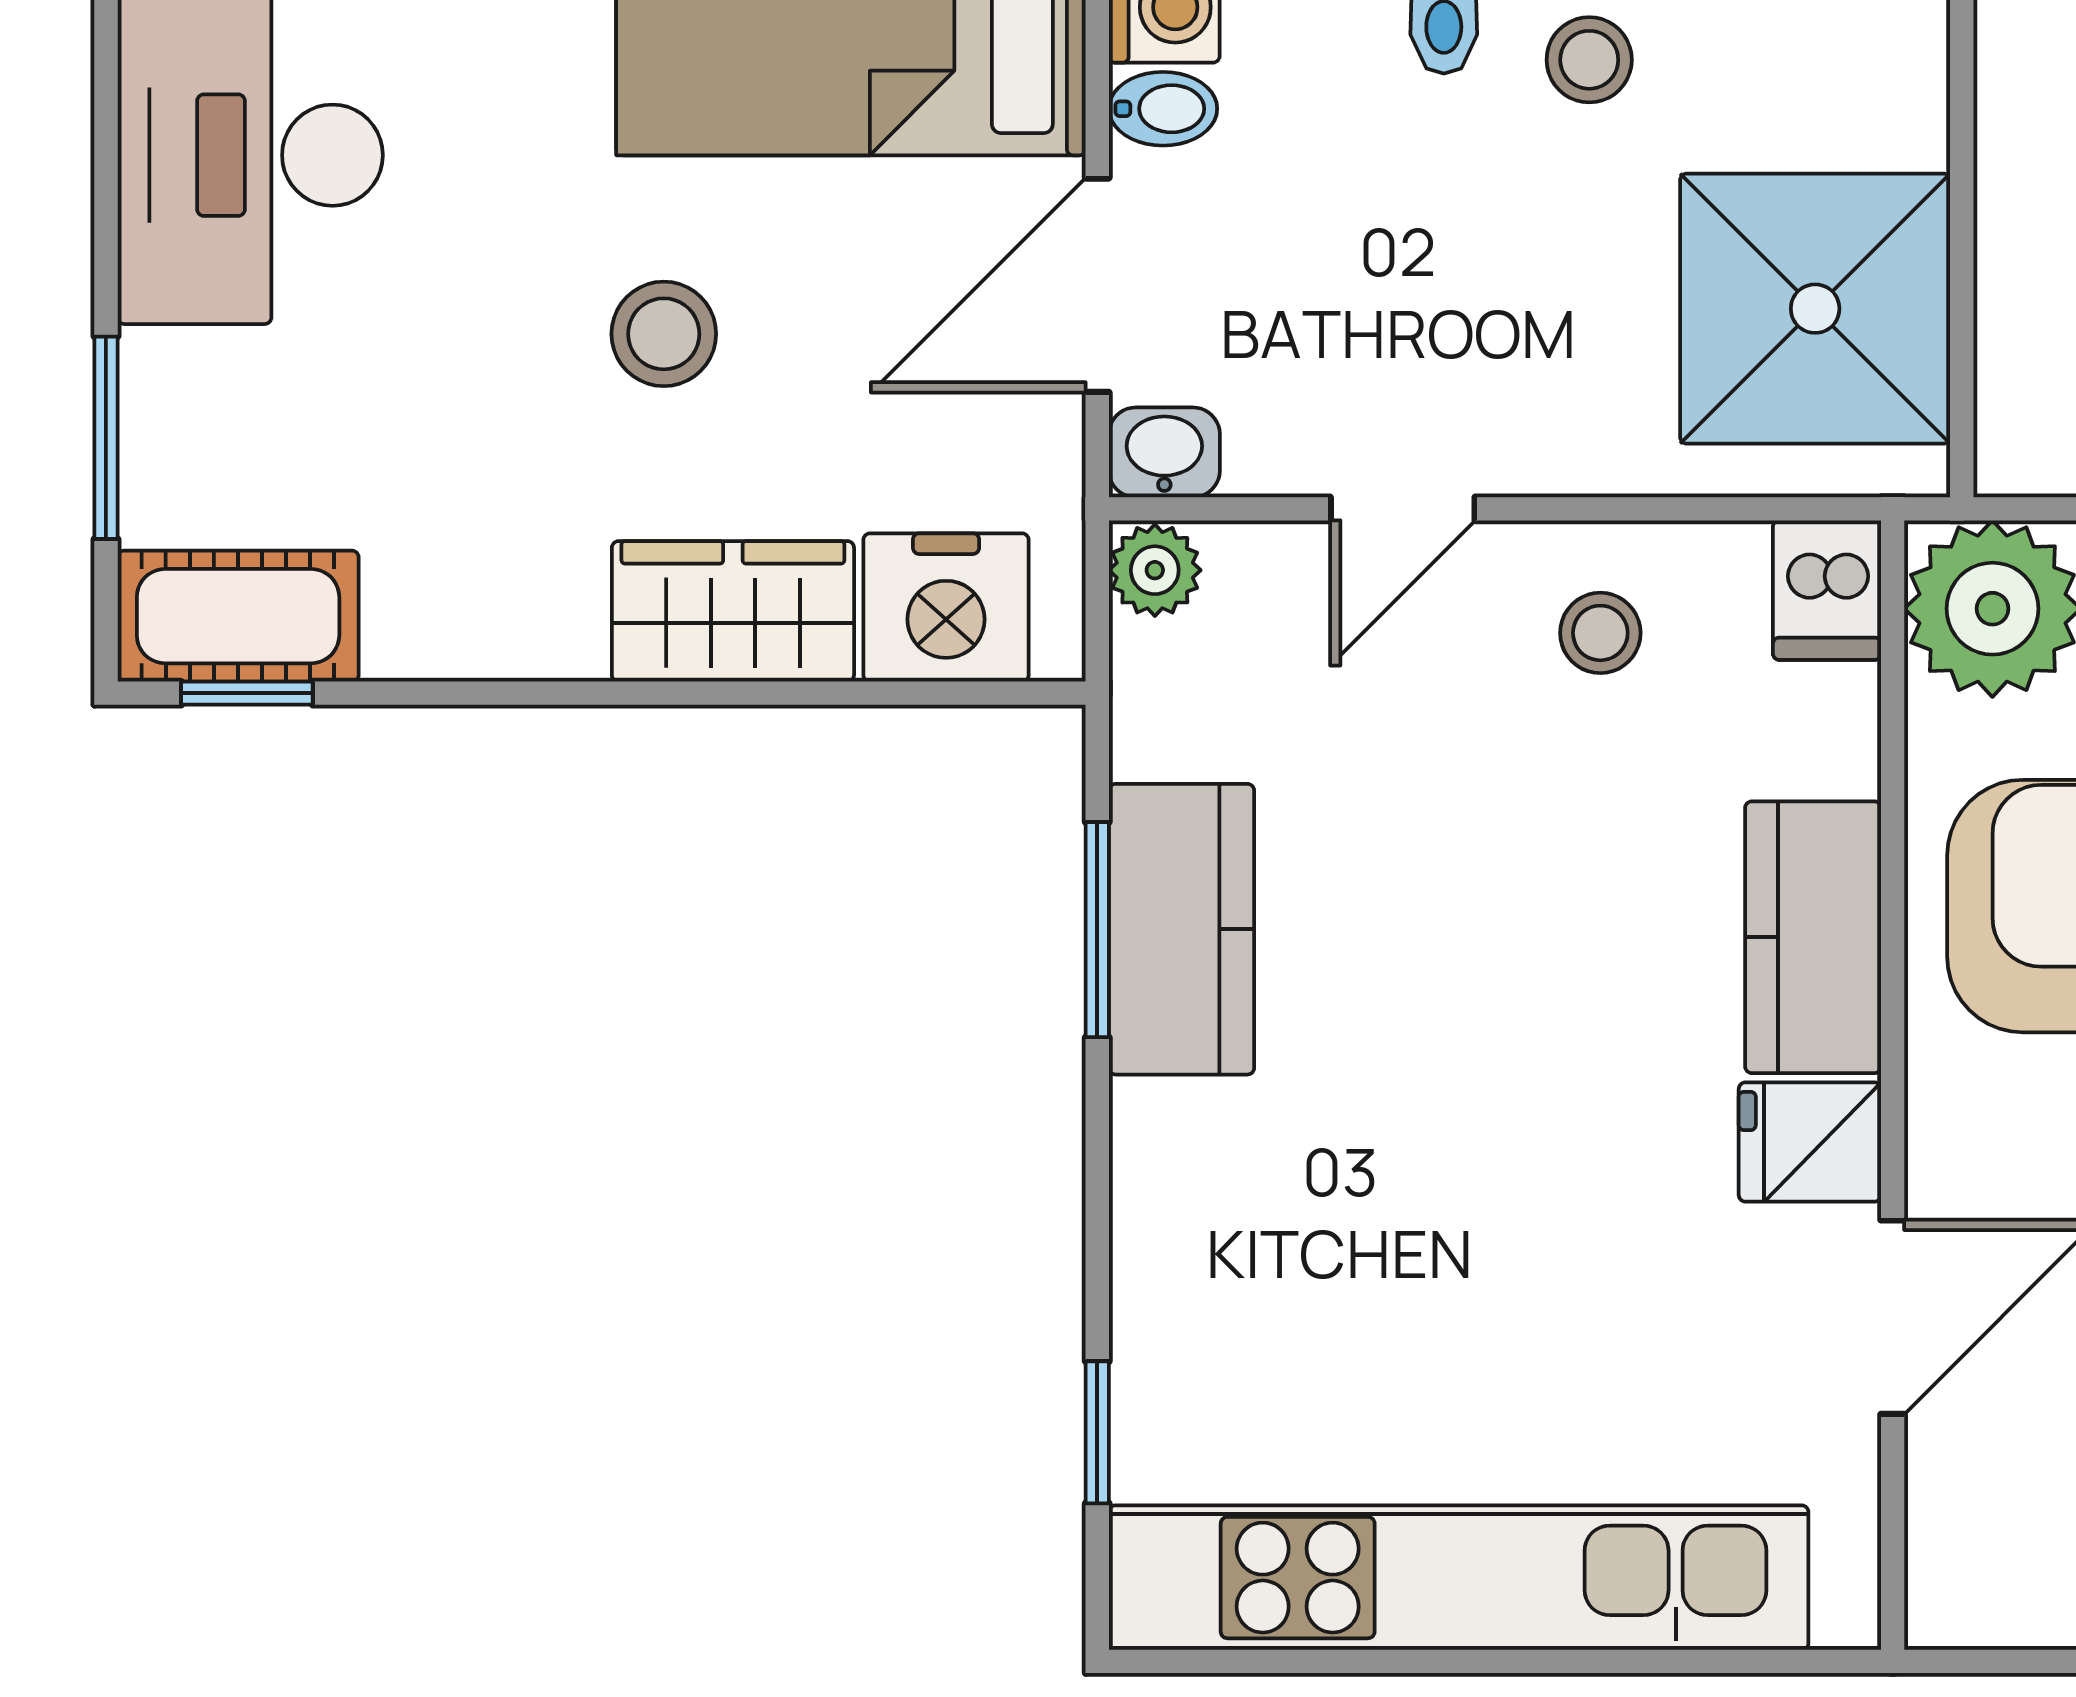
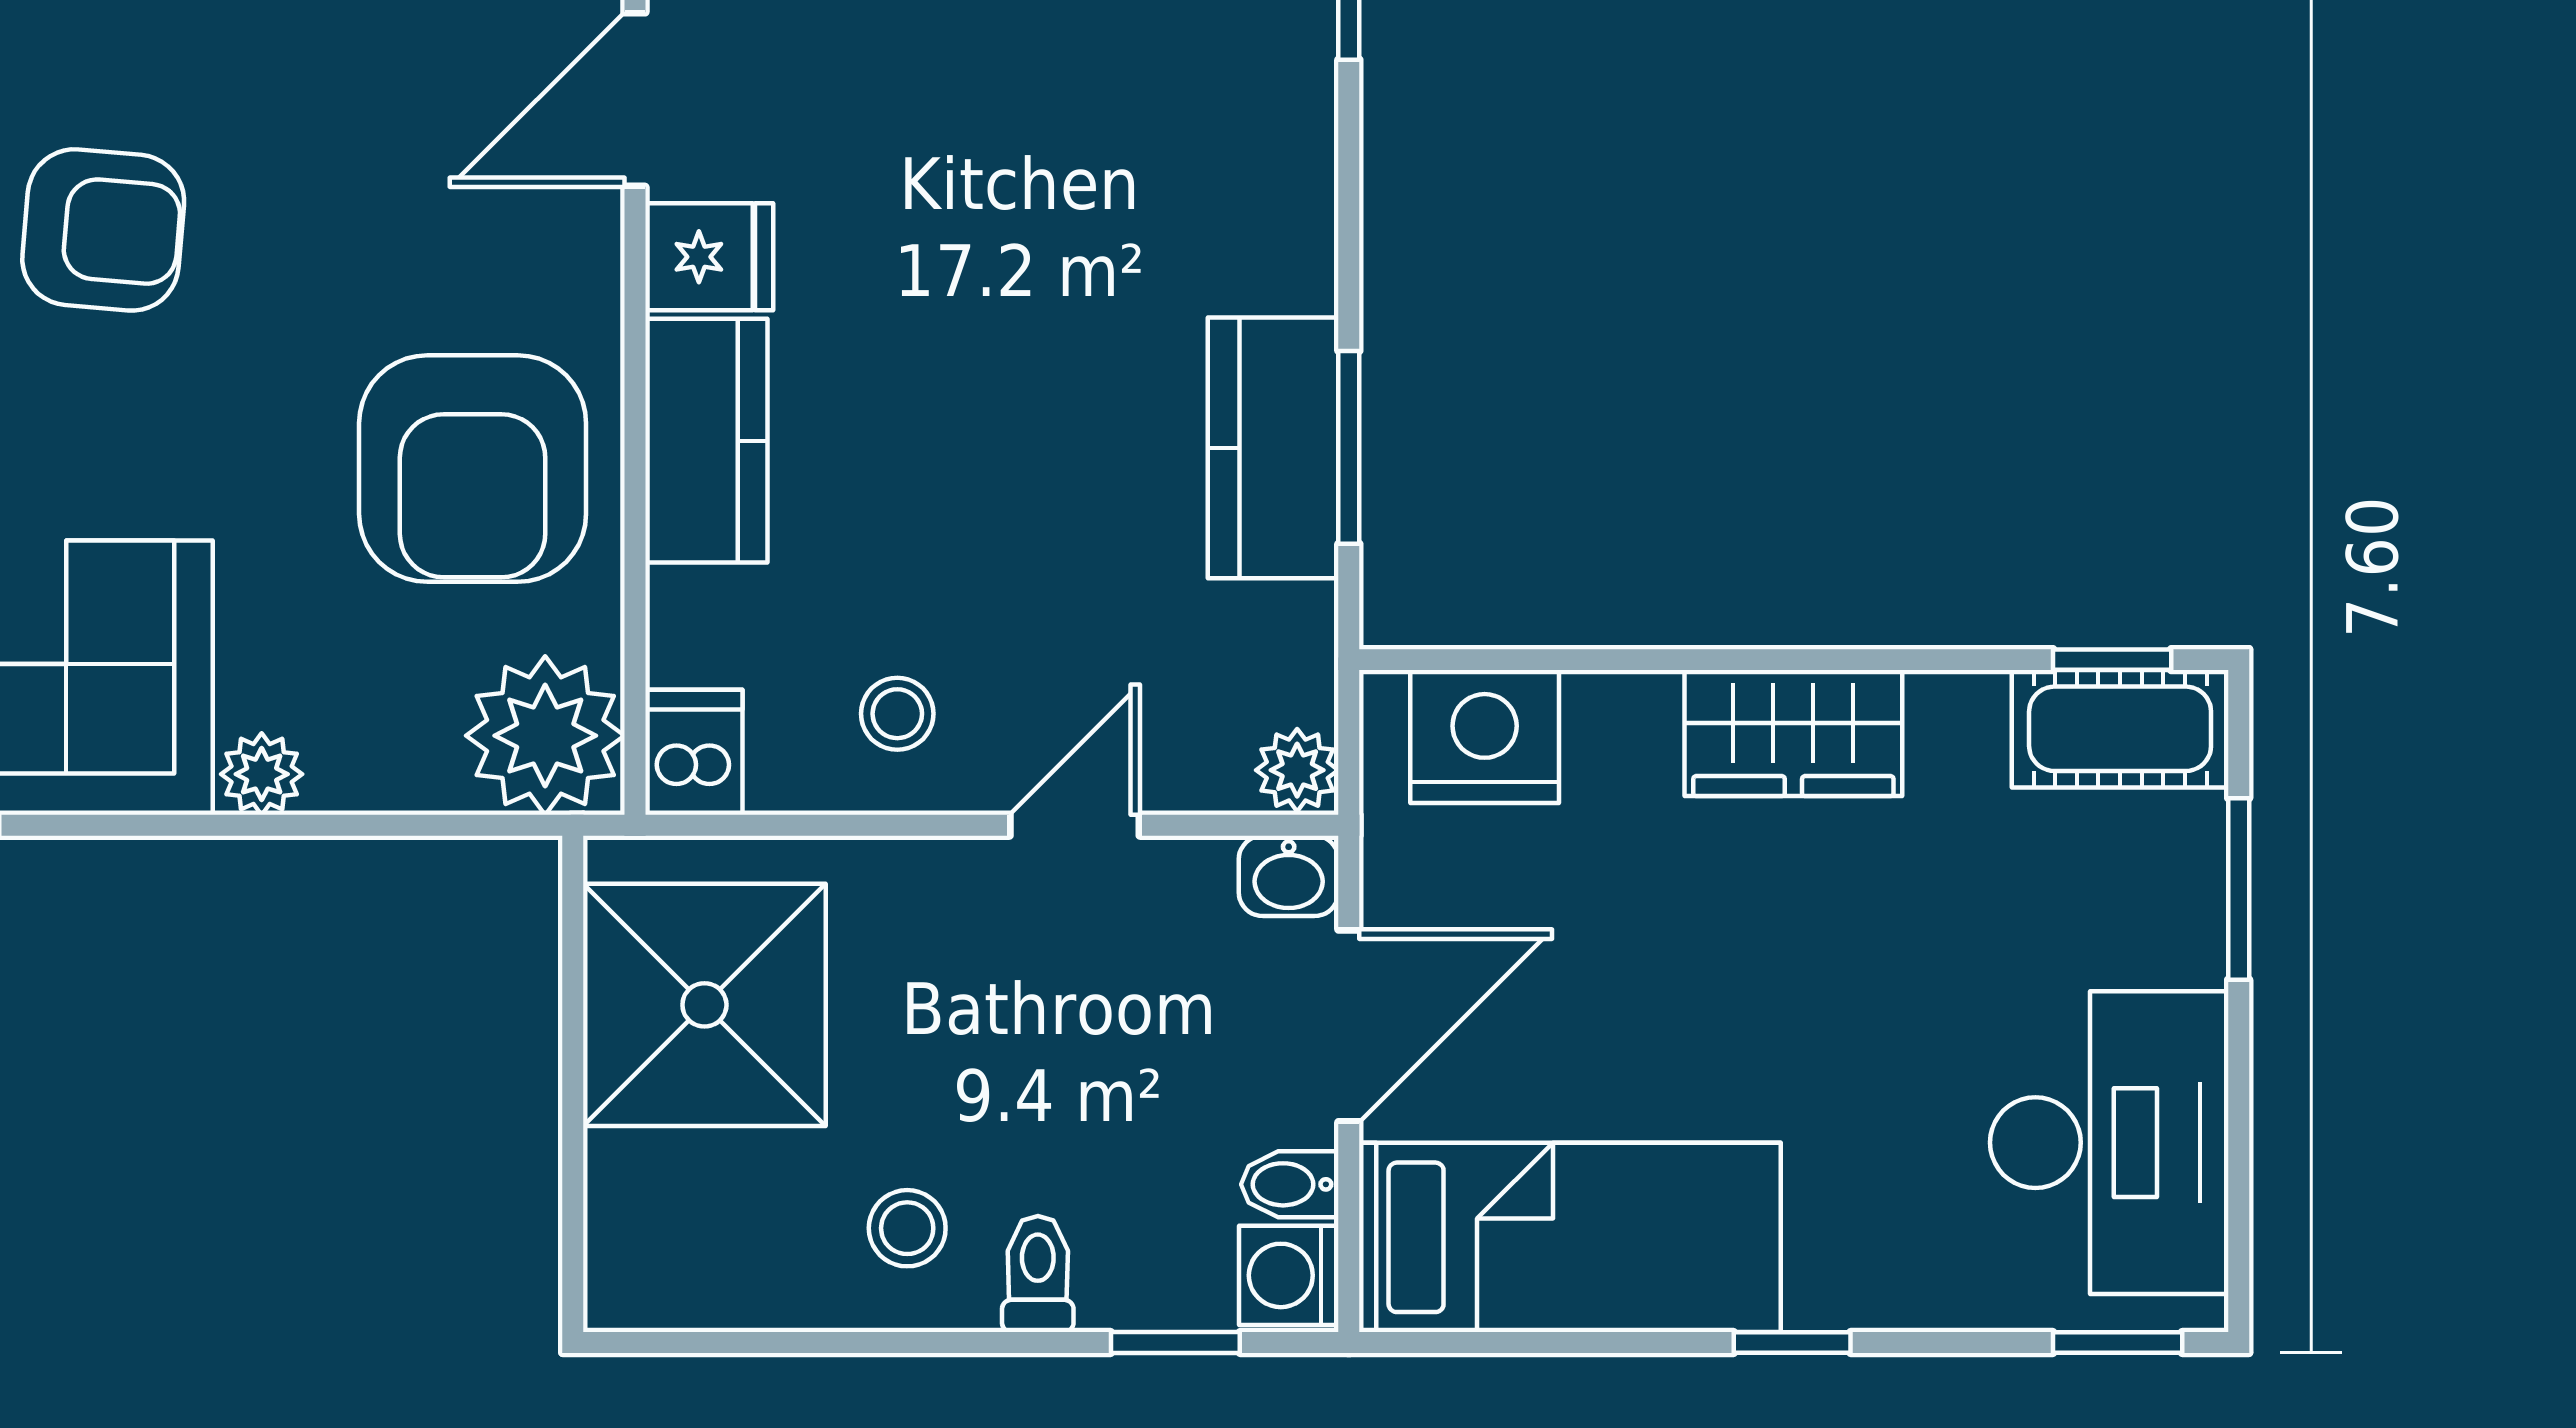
stool: (664, 334) -> (1738, 982), removed
wardrobe: (733, 611) -> (1793, 733), moved

